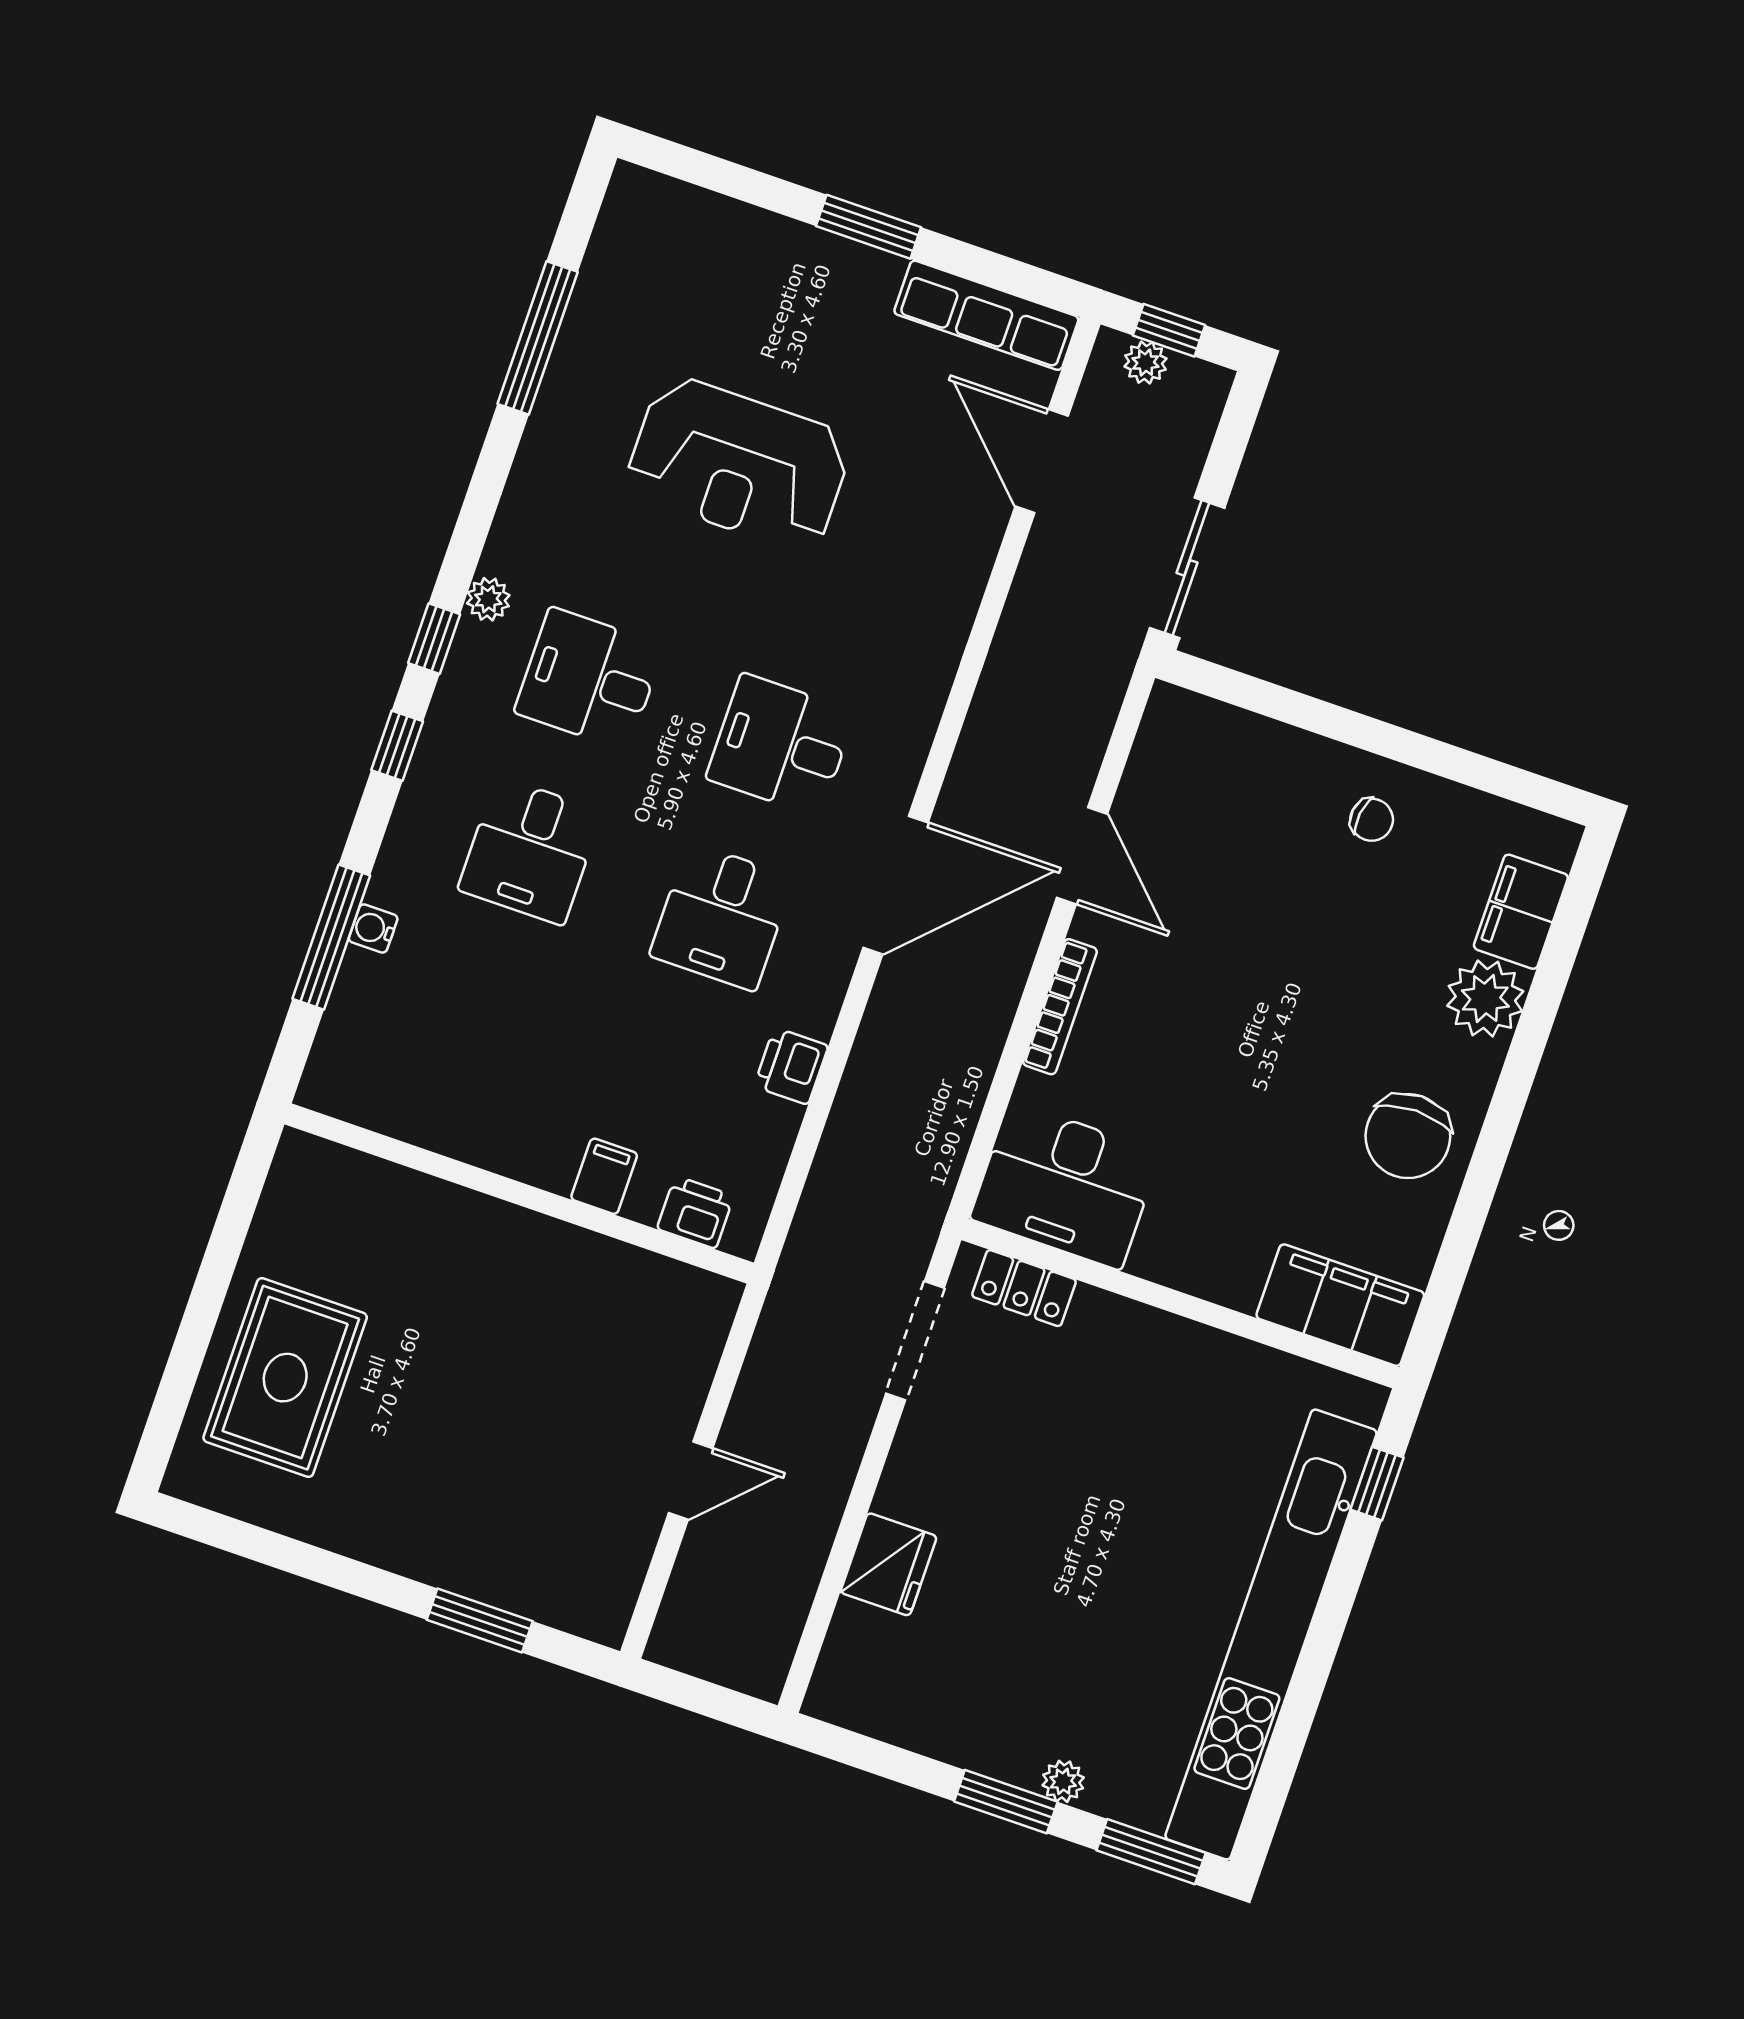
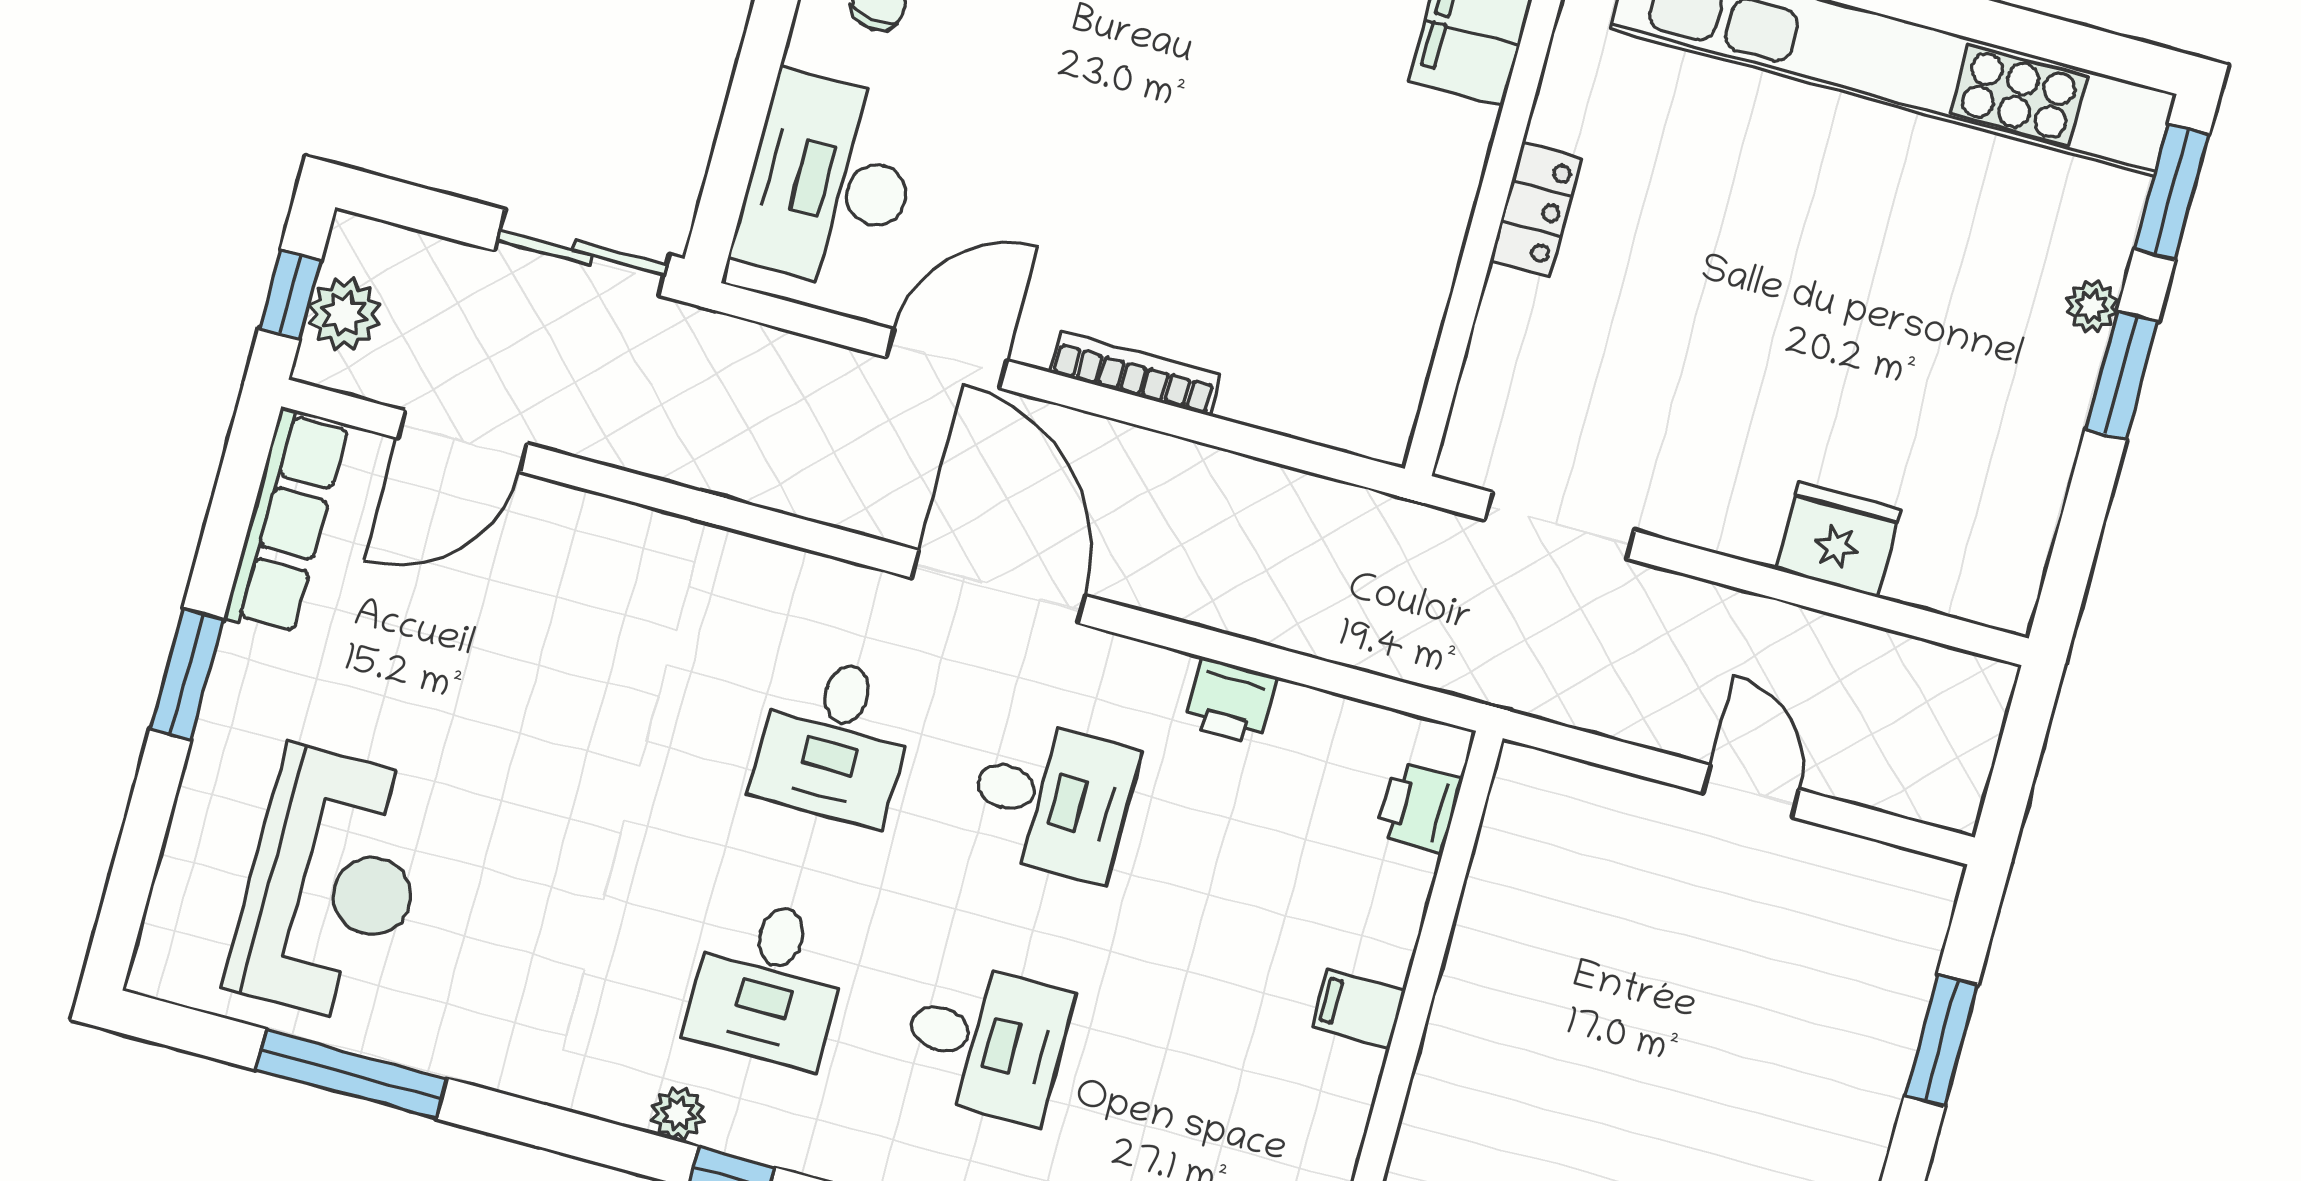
plant: (1146, 363) -> (344, 314), width x1.38, depth x1.38
reception desk: (739, 464) -> (332, 885), moved
filing cabinet: (604, 1176) -> (1359, 1008), moved
desk: (1065, 1185) -> (829, 182), moved, turned 180
locker: (1024, 1288) -> (1536, 209), moved

